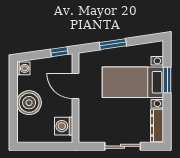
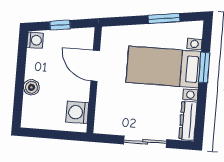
window: (113, 44) -> (164, 18), moved
window: (59, 52) -> (60, 25), moved
boiler: (29, 103) -> (31, 87), width x0.54, depth x0.54

